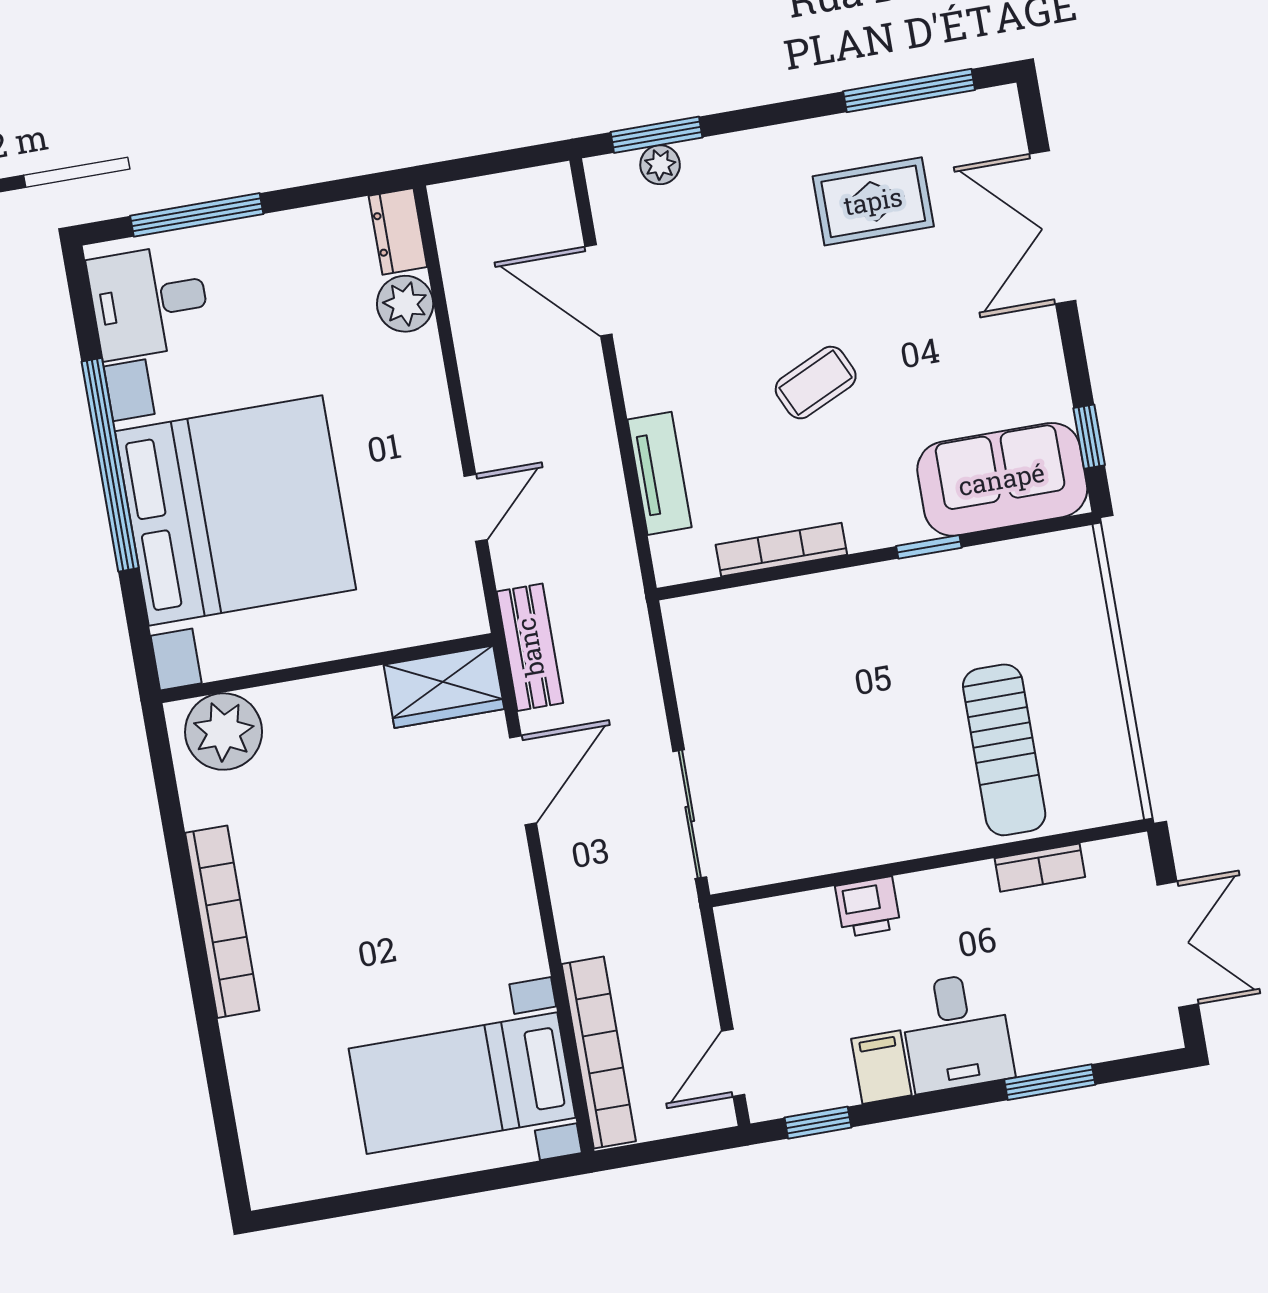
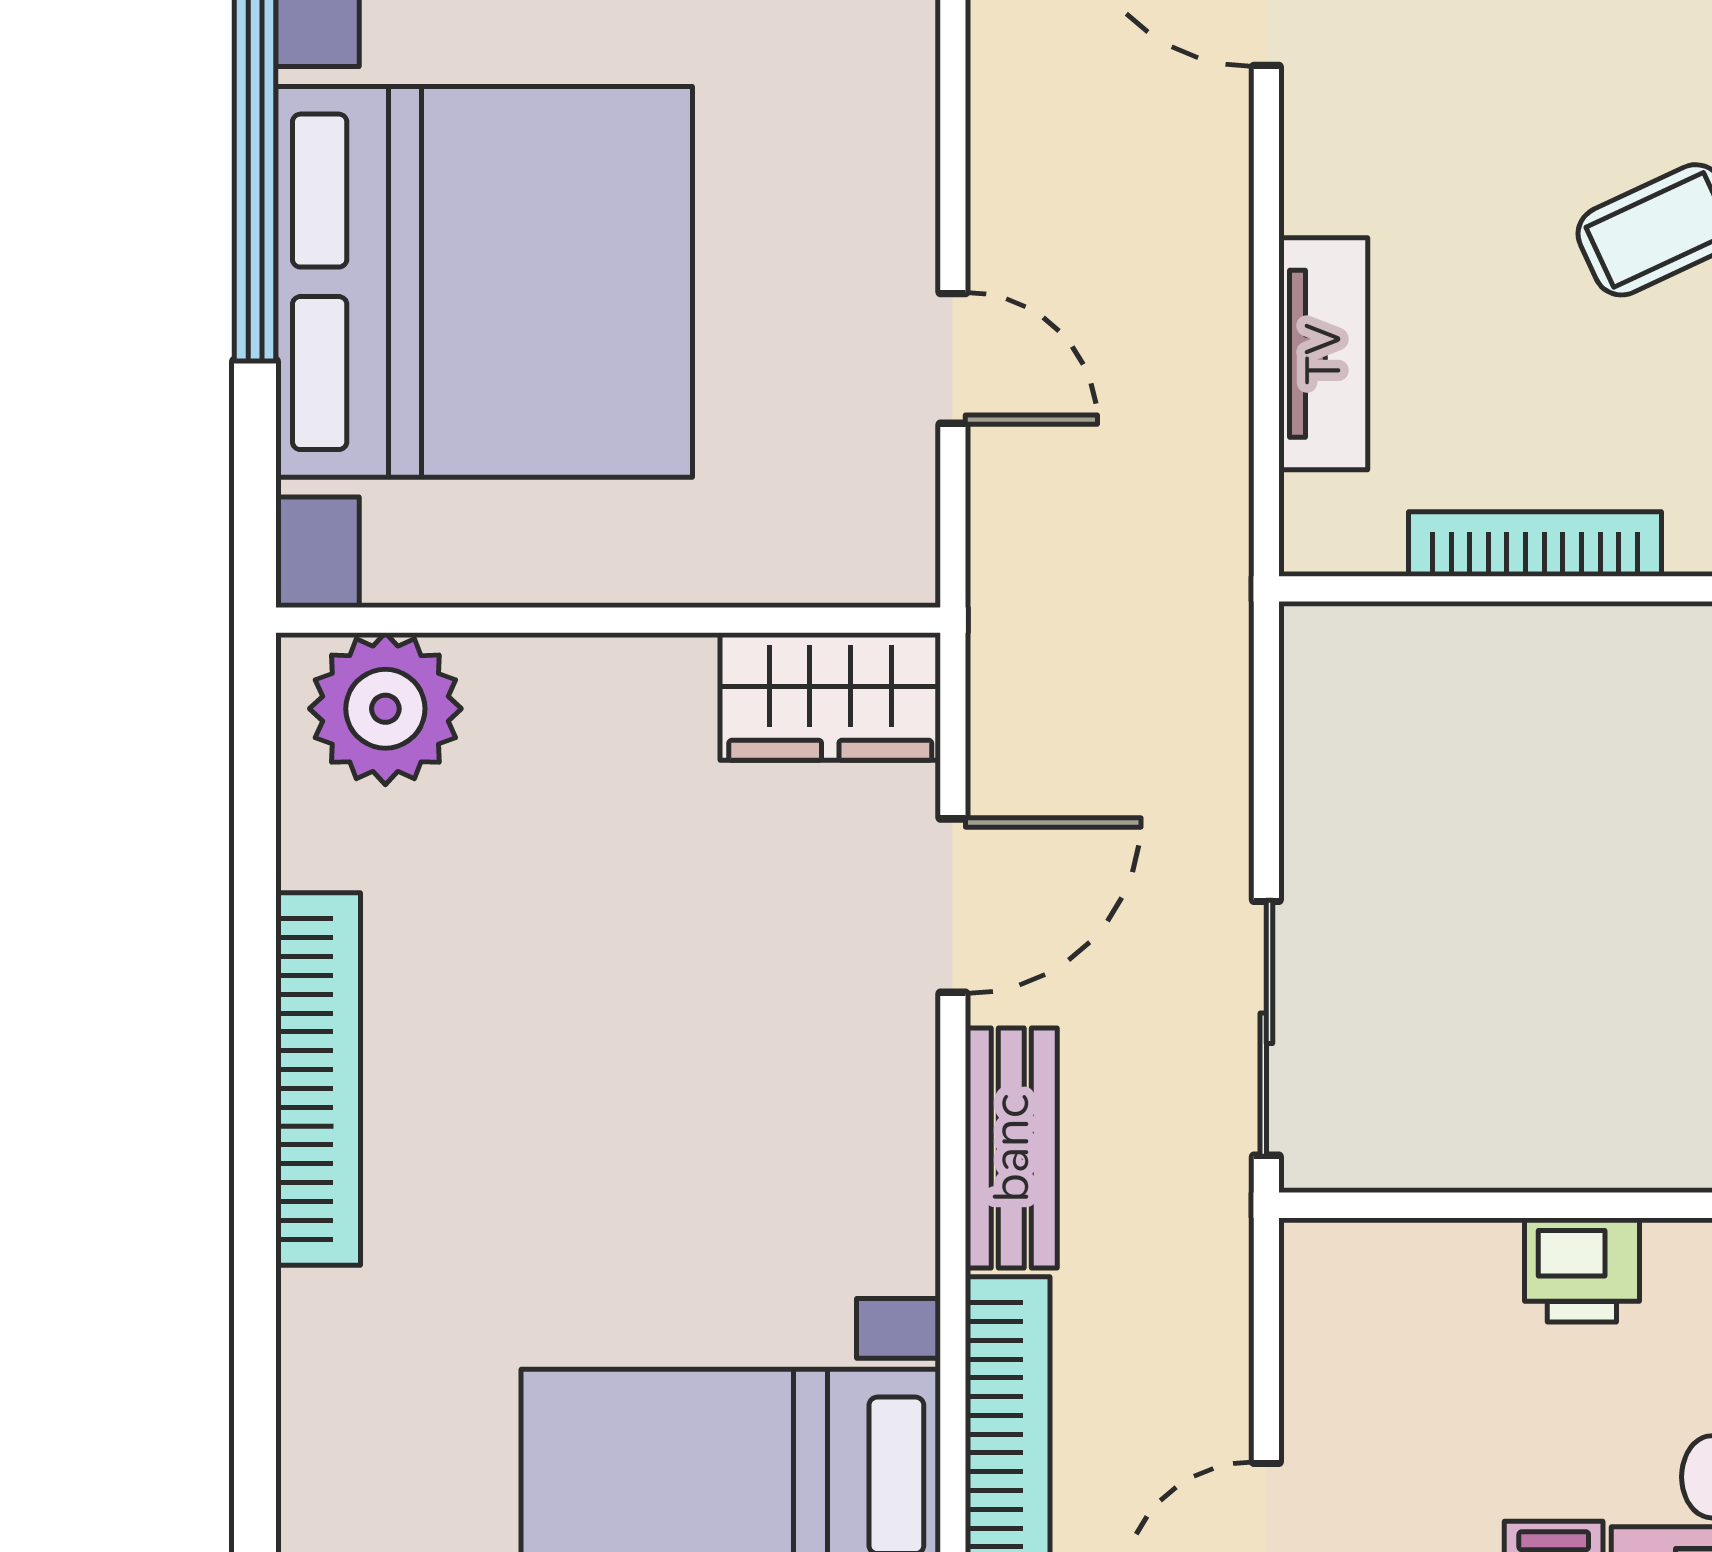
door: (476, 508) -> (953, 358), hinge flipped
bench: (530, 647) -> (1011, 1148), moved

